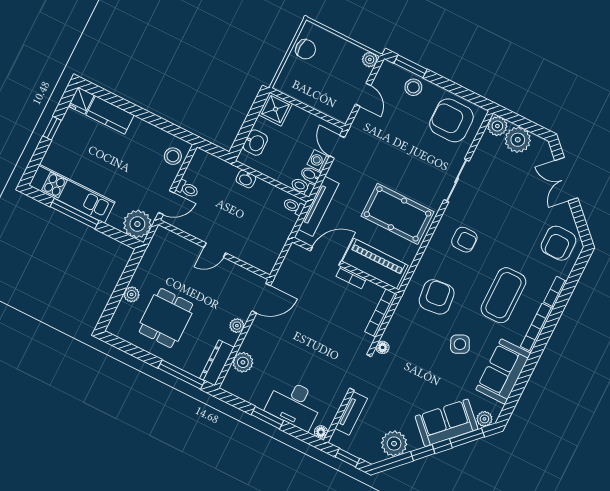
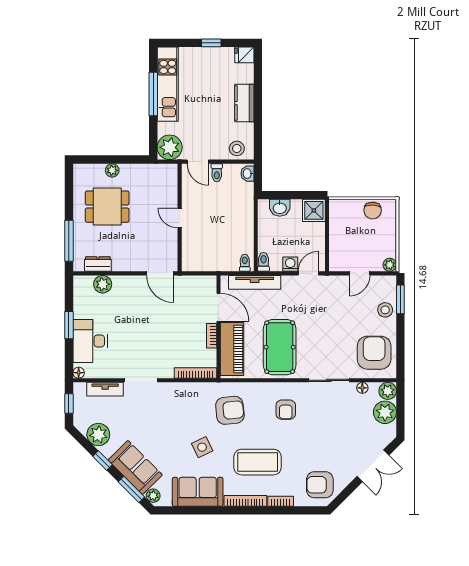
kitchen counter: (110, 115) -> (244, 103), moved
bidet: (310, 175) -> (276, 263), removed
washbasin: (246, 179) -> (248, 174), moved
double door: (566, 179) -> (373, 466), swing flipped
plant: (237, 326) -> (129, 265), removed
floor lamp: (383, 347) -> (362, 388), moved
dresser: (217, 363) -> (98, 264), width x0.70

